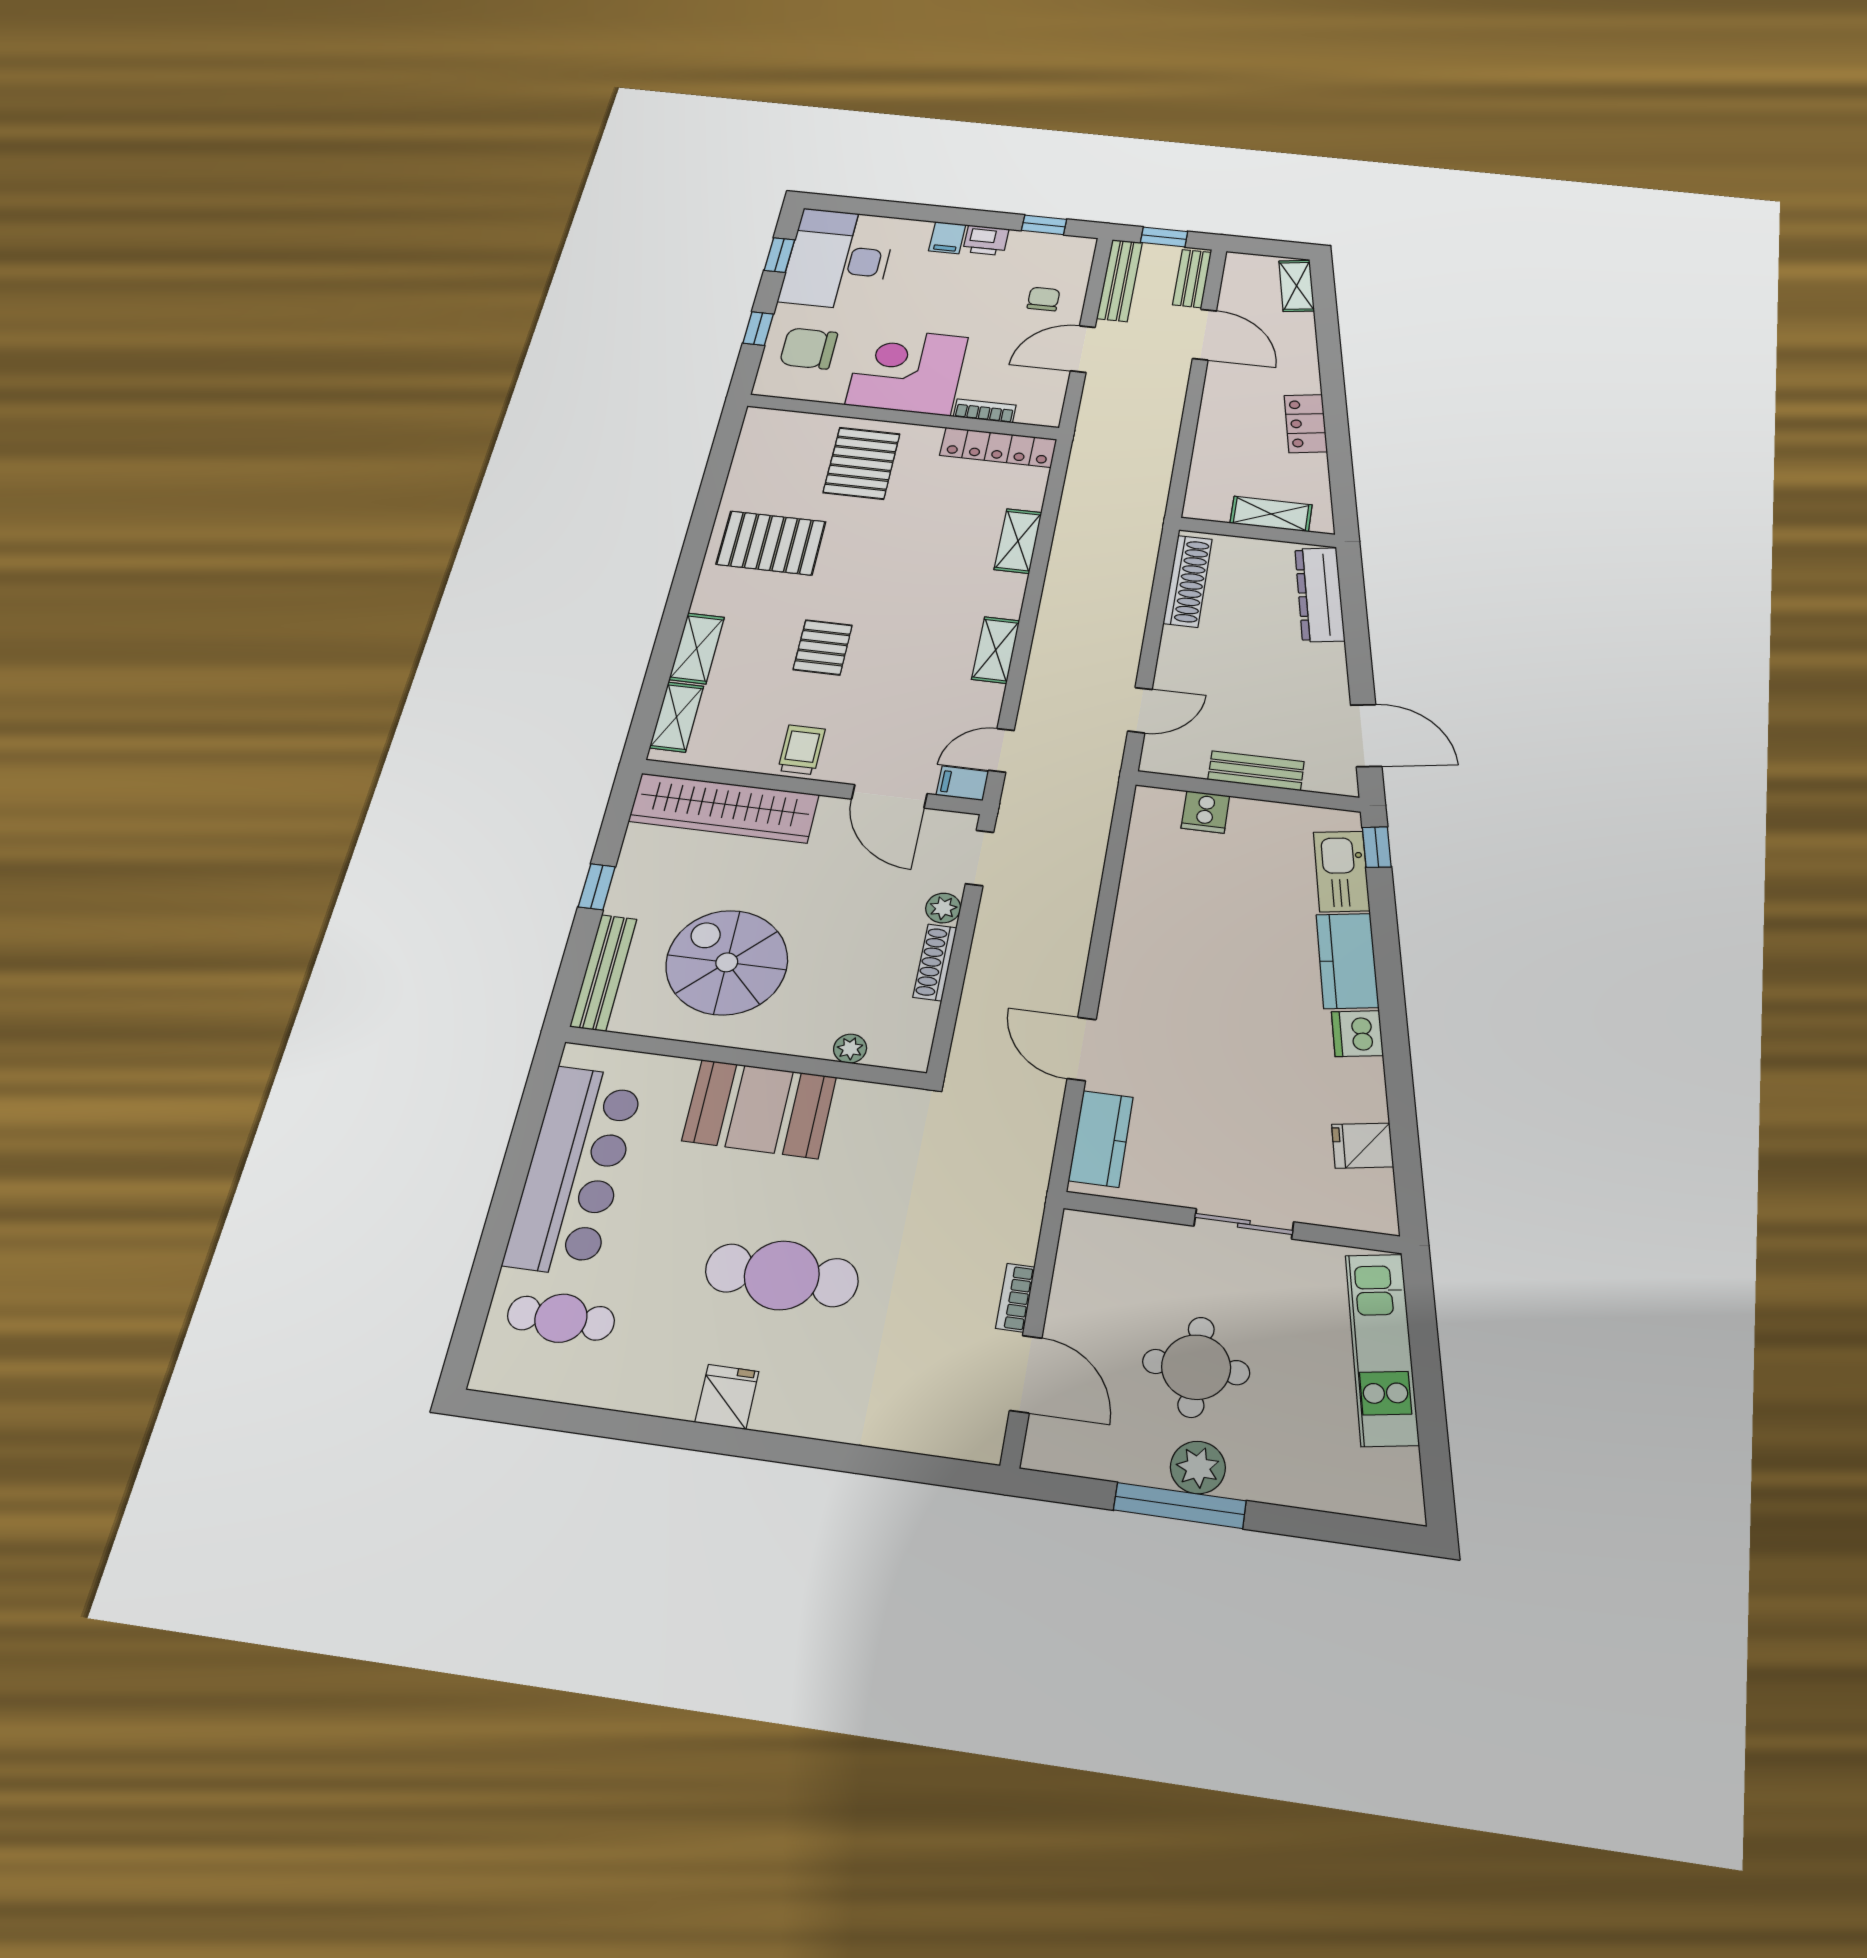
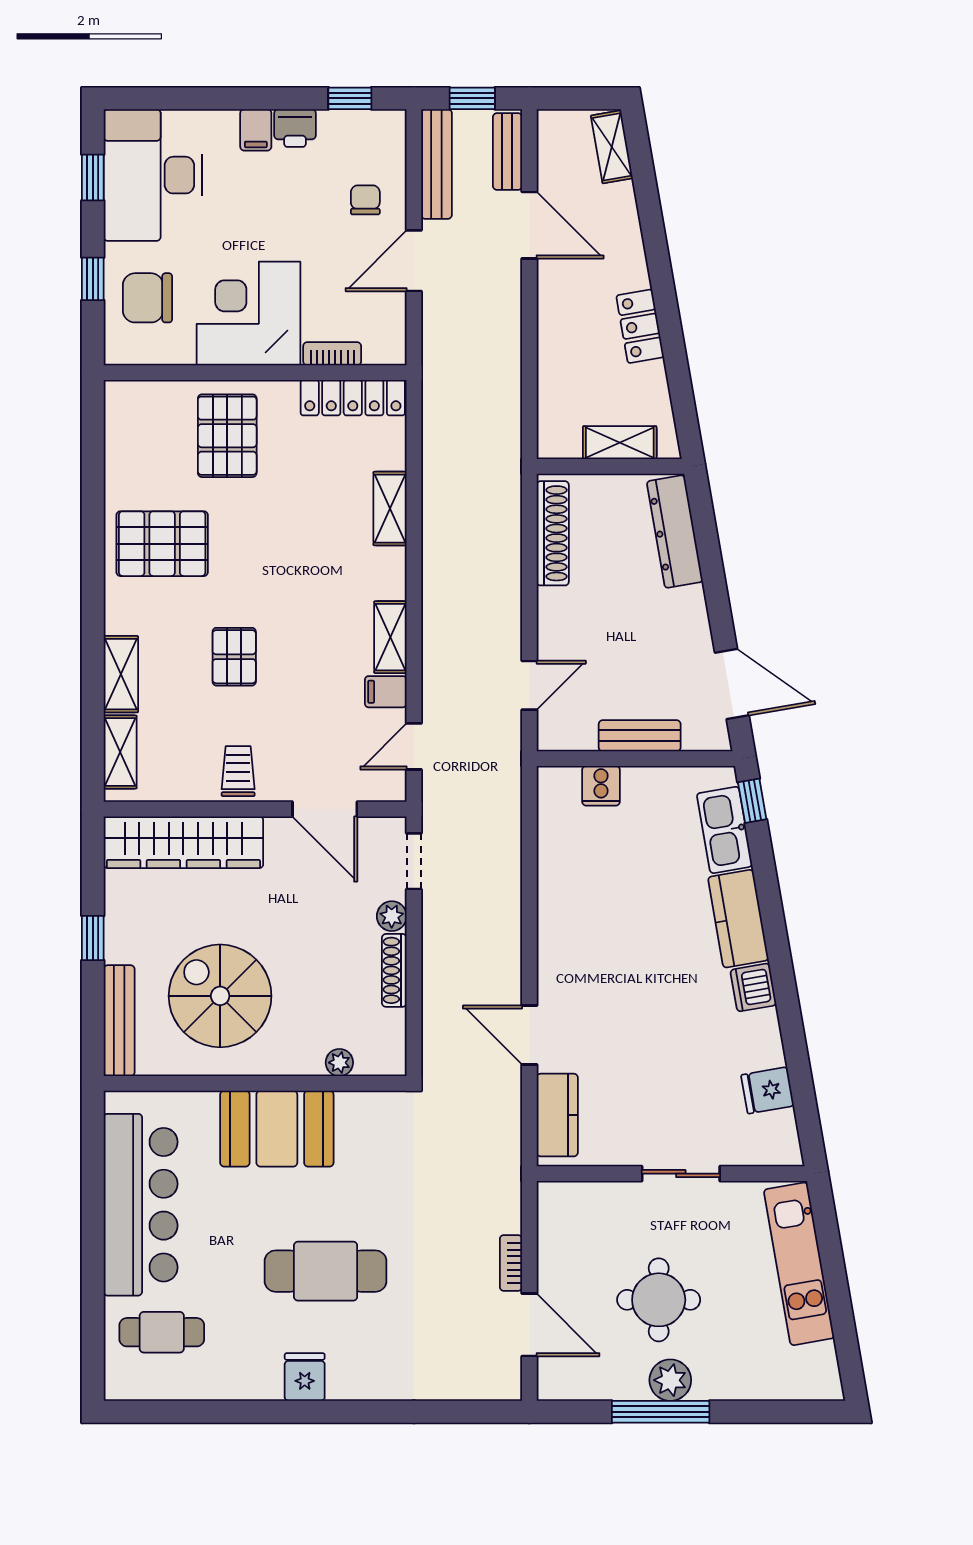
filing cabinet: (962, 783) -> (386, 692), moved

